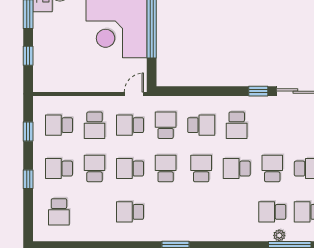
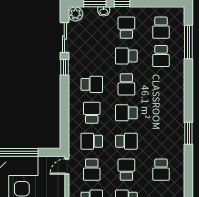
door: (134, 94) -> (67, 167), hinge flipped
school desk: (130, 169) -> (126, 170), turned 180
school desk: (166, 169) -> (126, 141), turned 180
plant: (279, 235) -> (180, 50), removed

